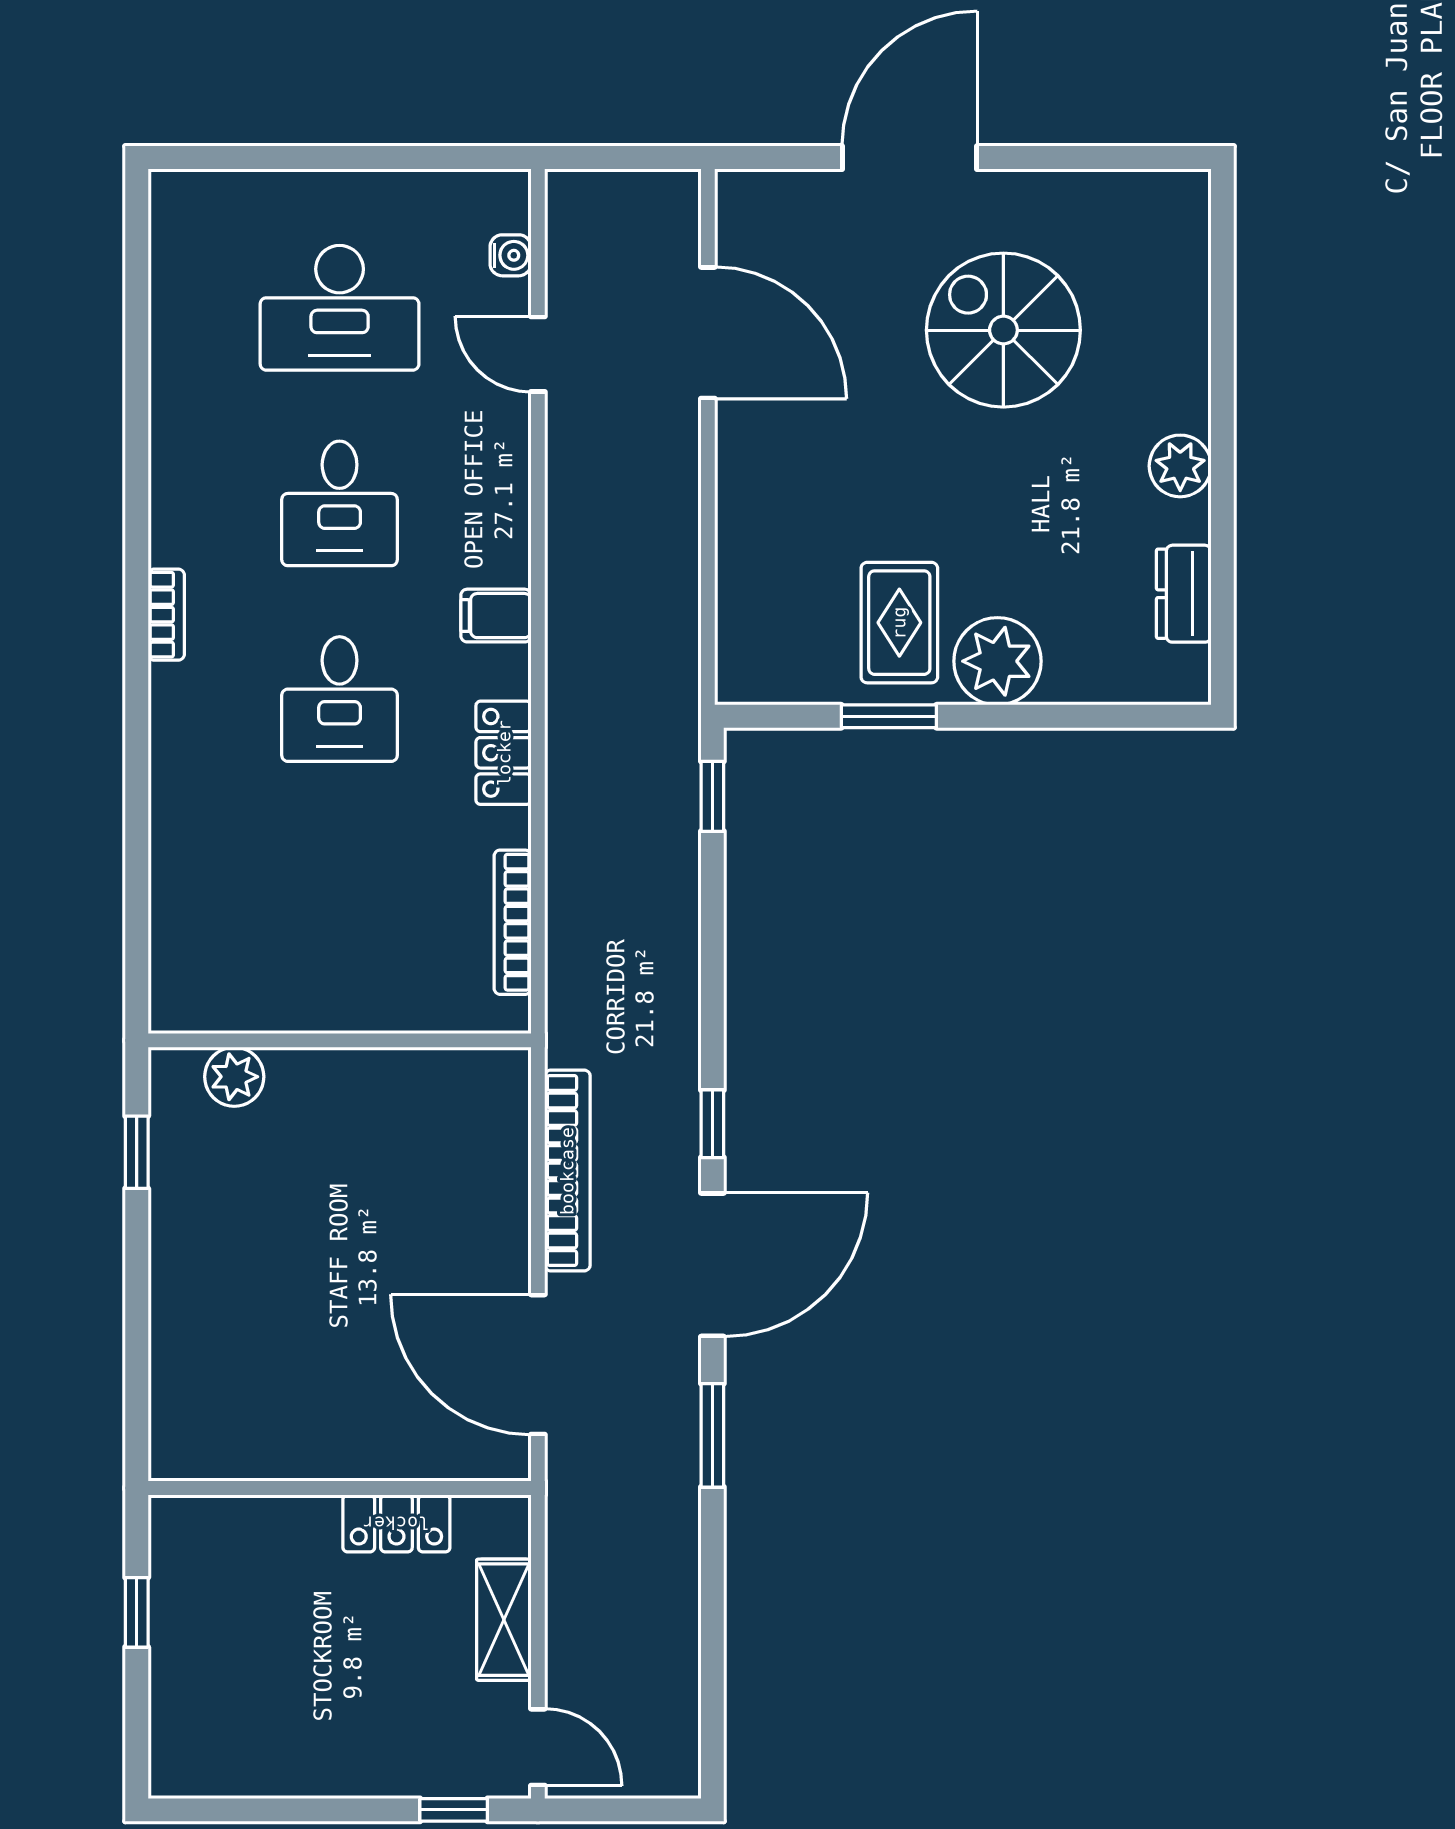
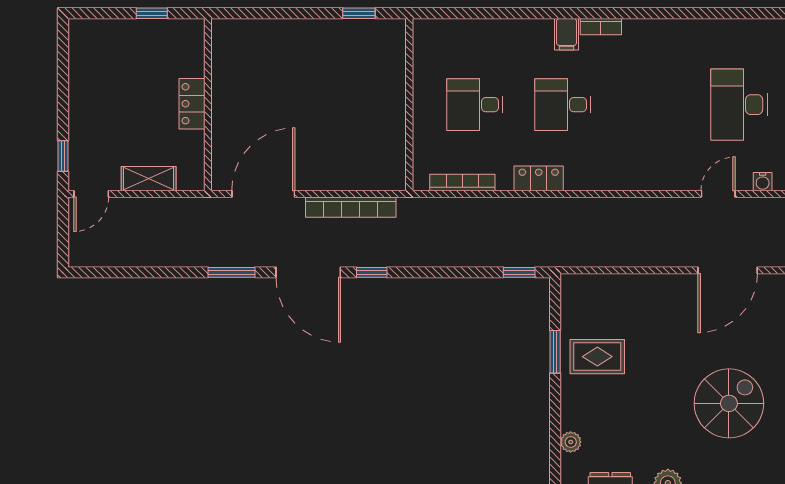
desk: (340, 503) -> (475, 105), moved
filing cabinet: (496, 616) -> (566, 34), moved, turned 180
plant: (997, 661) -> (571, 442), moved, width x0.53, depth x0.53
plant: (234, 1077) -> (393, 57), removed
locker: (396, 1523) -> (192, 104), moved

